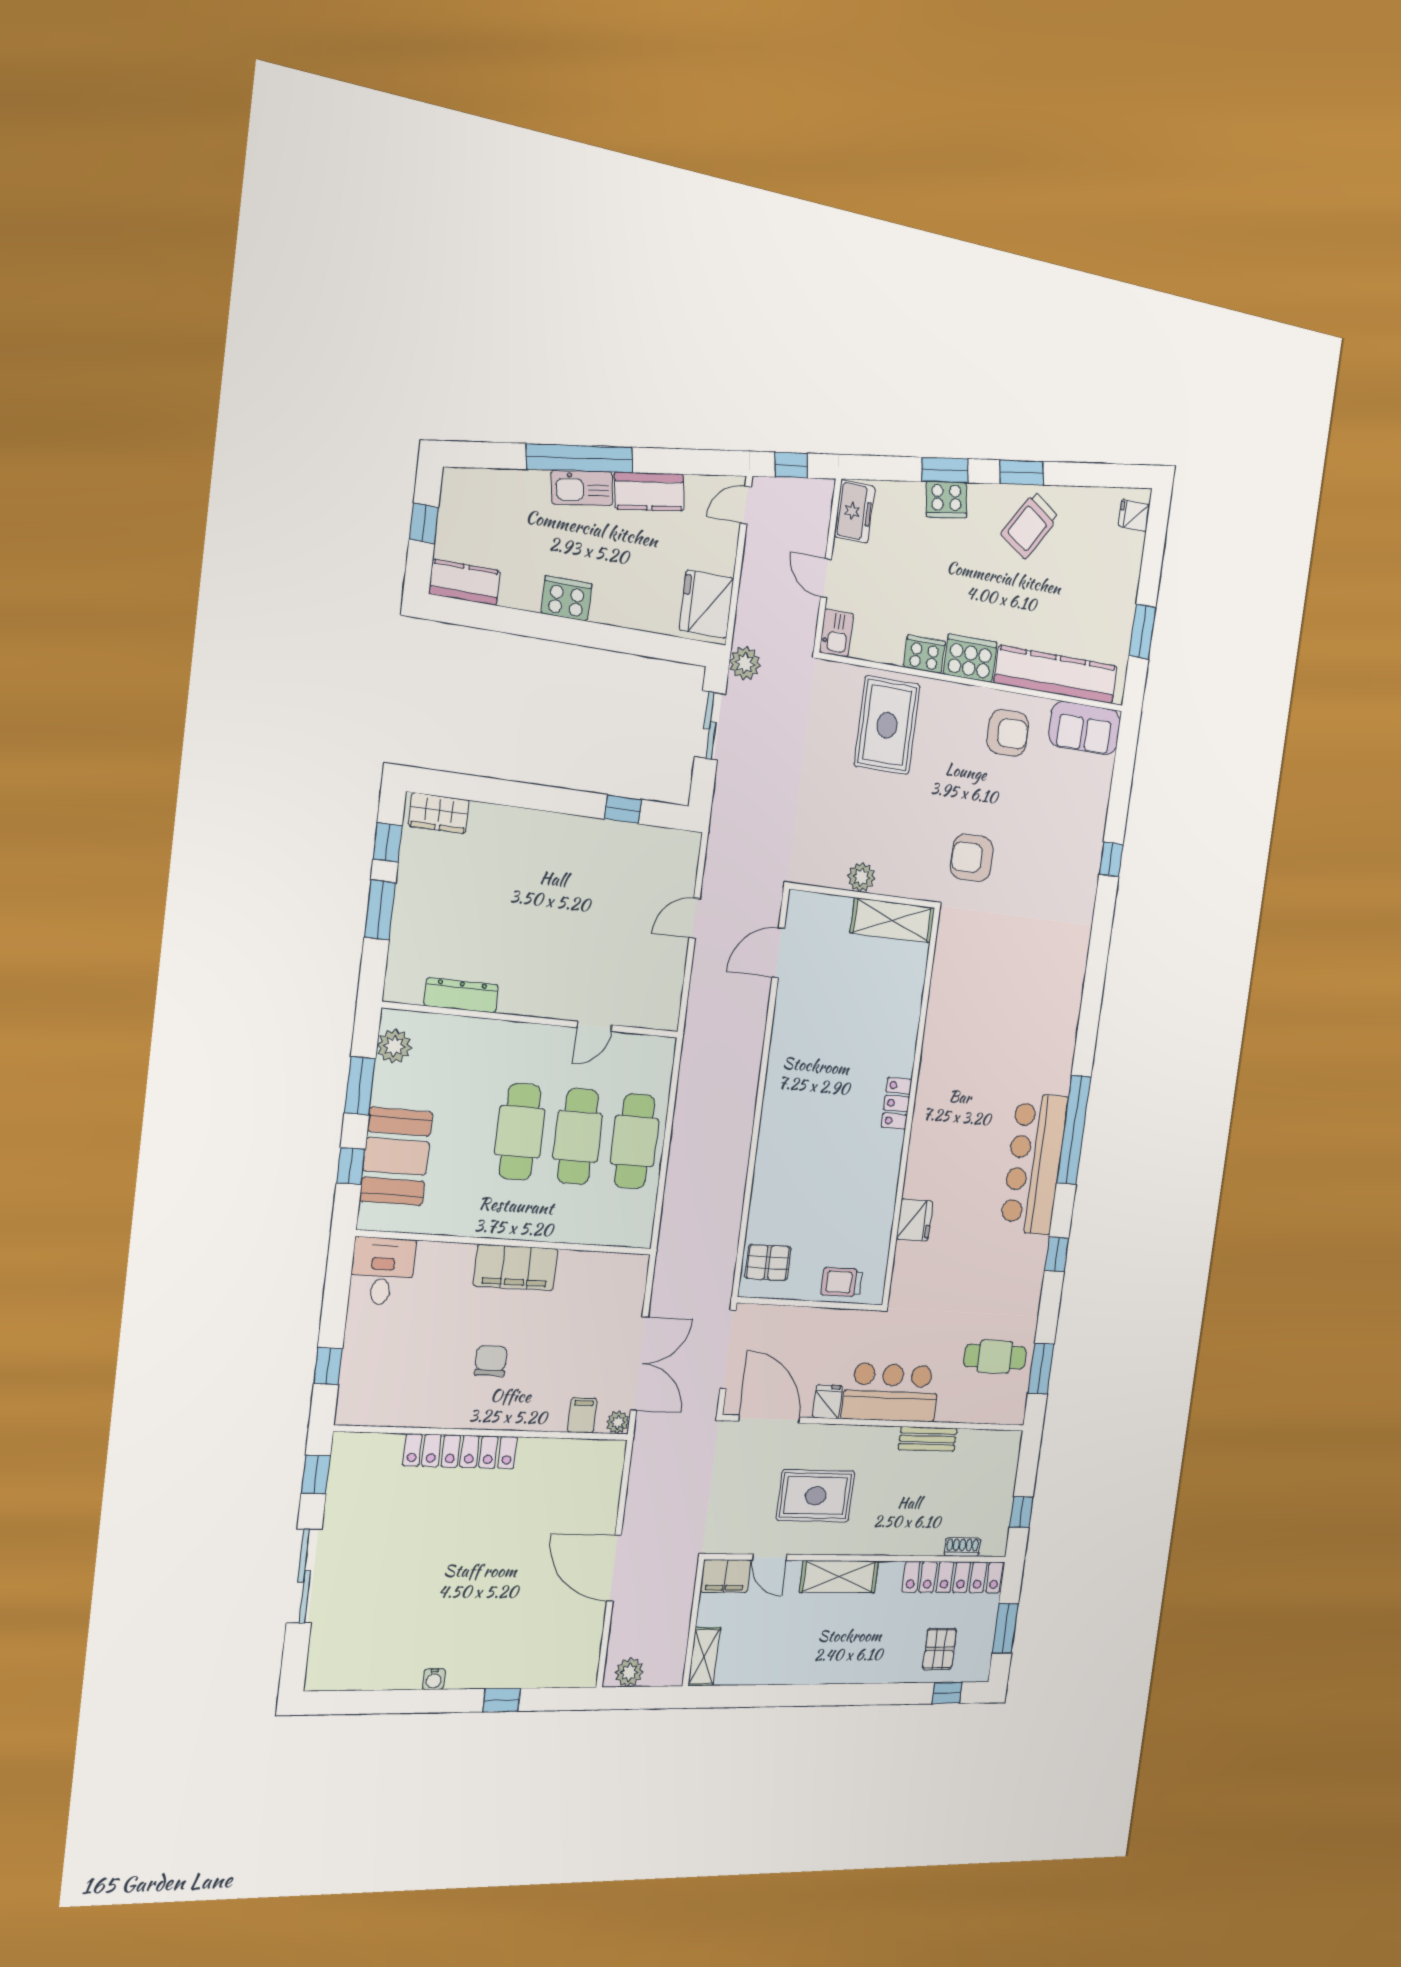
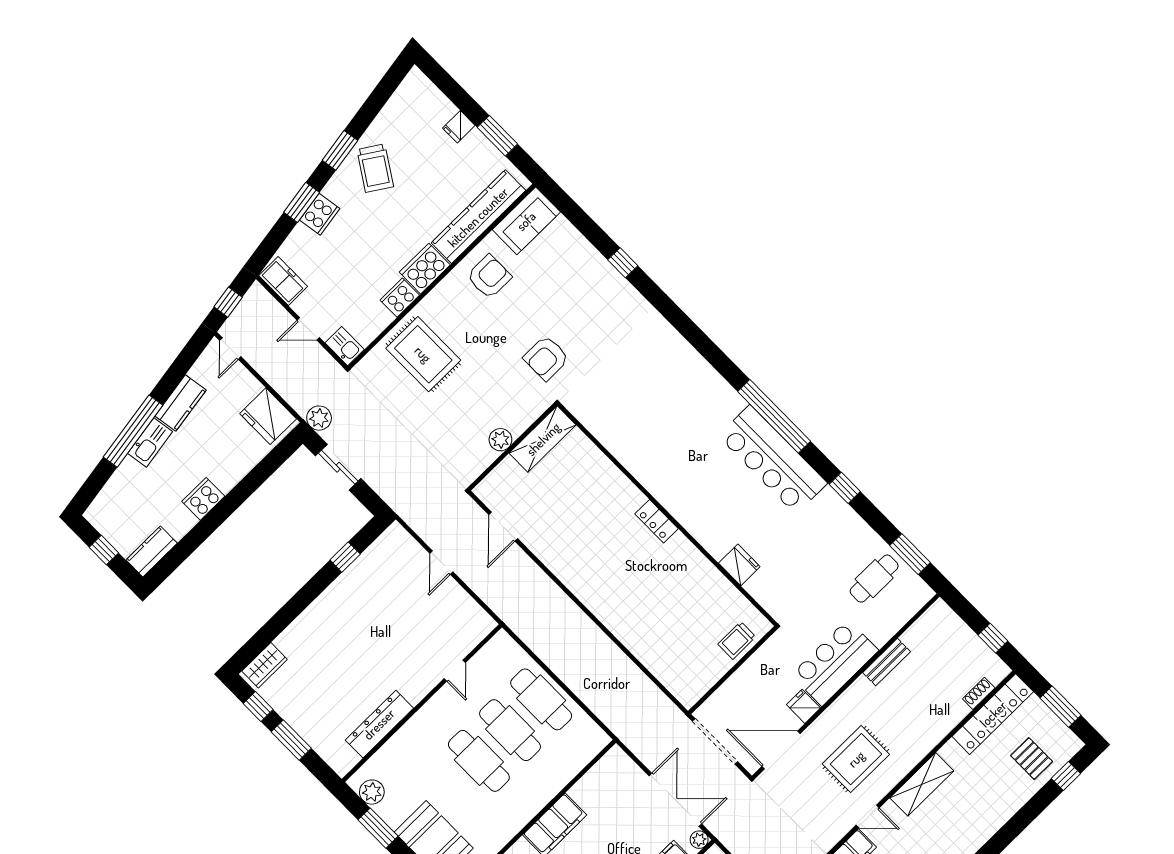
fridge: (1134, 515) -> (459, 127), moved
dresser: (461, 995) -> (379, 724), width x1.37, depth x1.24
pallet: (768, 1263) -> (684, 676), removed

